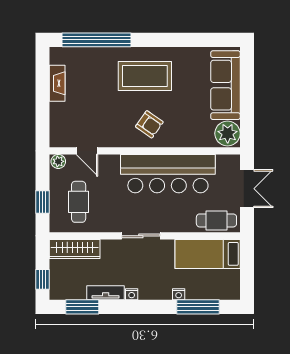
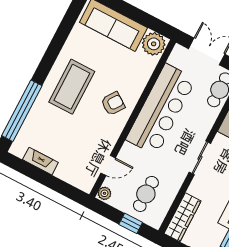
cafe table: (79, 202) -> (146, 194), turned 90

